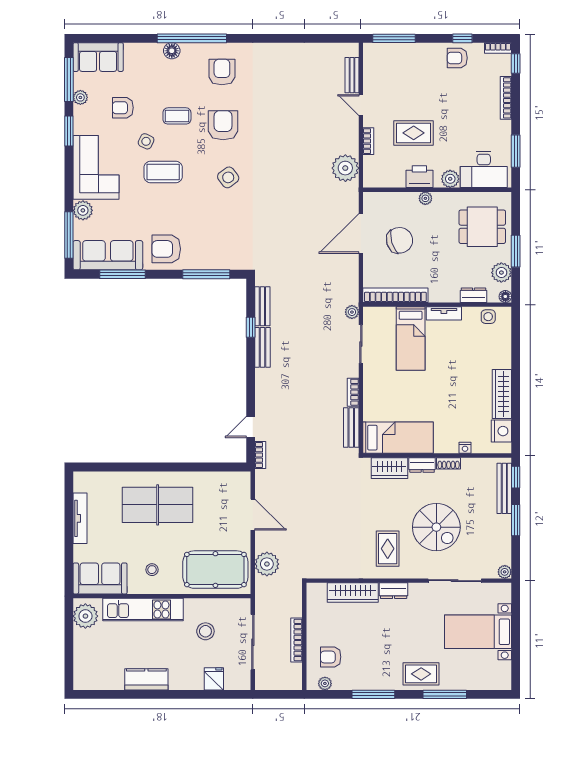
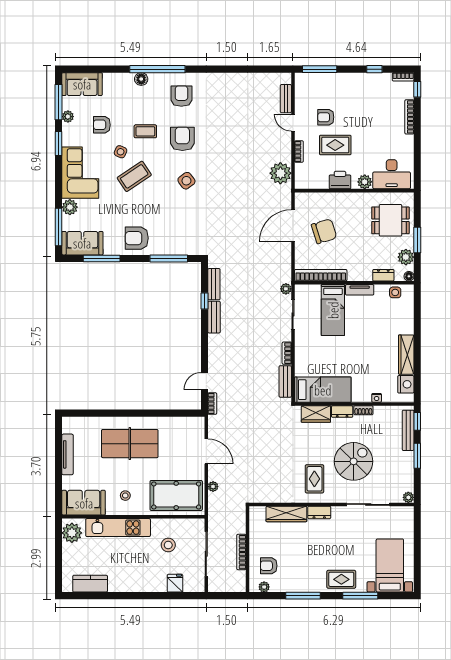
armchair: (457, 58) -> (326, 117), moved
window: (516, 151) -> (417, 160), removed
coffee table: (163, 172) -> (134, 176), turned -34
plant: (425, 198) -> (345, 197), removed
sofa: (108, 255) -> (82, 243), width x0.73
spiral stairs: (436, 527) -> (354, 461), turned -90
plant: (267, 564) -> (213, 487), width x0.53, depth x0.53
bed with nightstands: (478, 632) -> (390, 566), moved, turned 90
kitchen counter: (146, 679) -> (90, 584), moved

